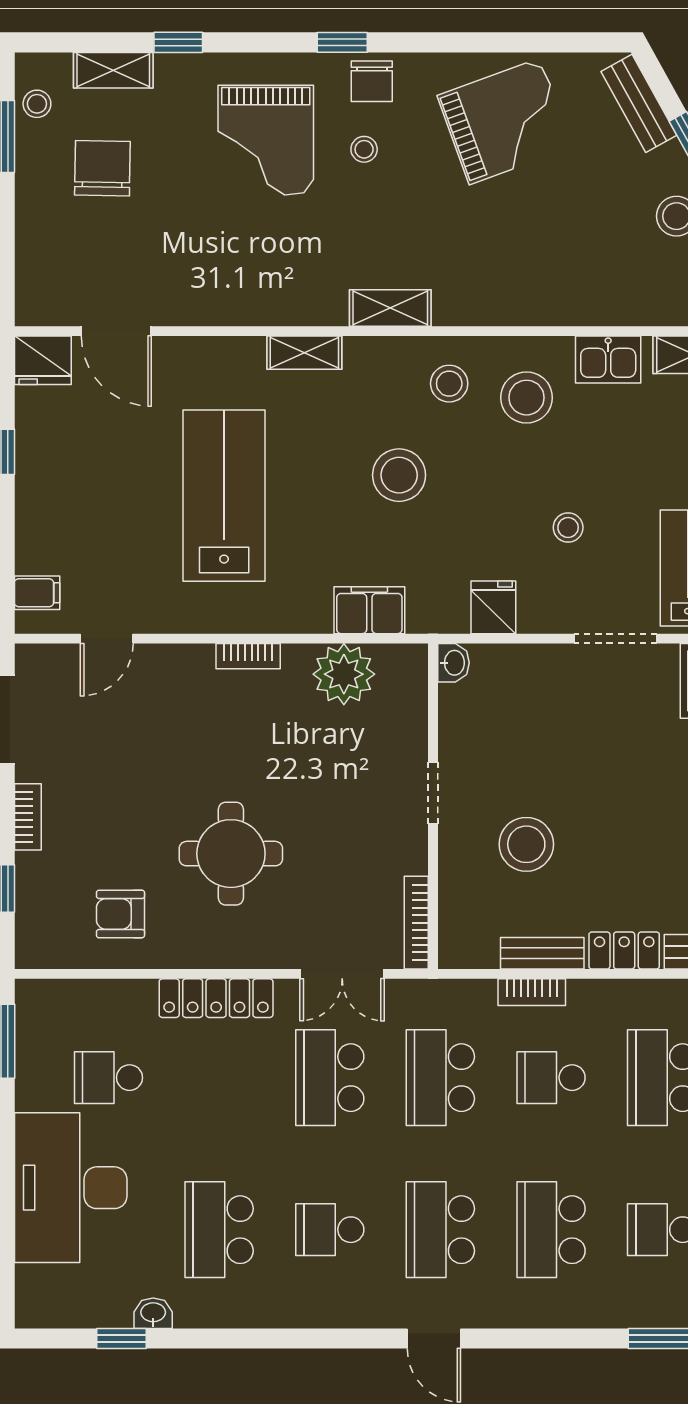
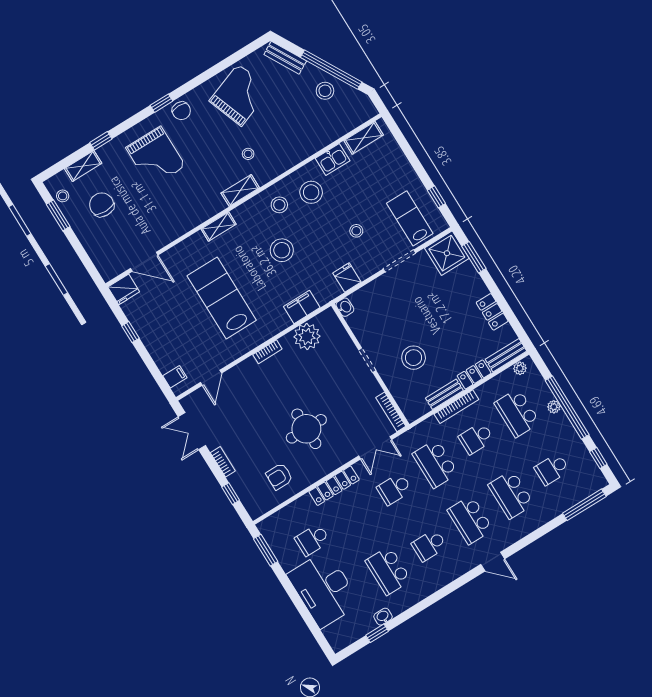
stool: (364, 149) -> (248, 154), moved
bookcase: (532, 992) -> (456, 407), width x1.56
school desk: (330, 1078) -> (394, 489), width x0.54

